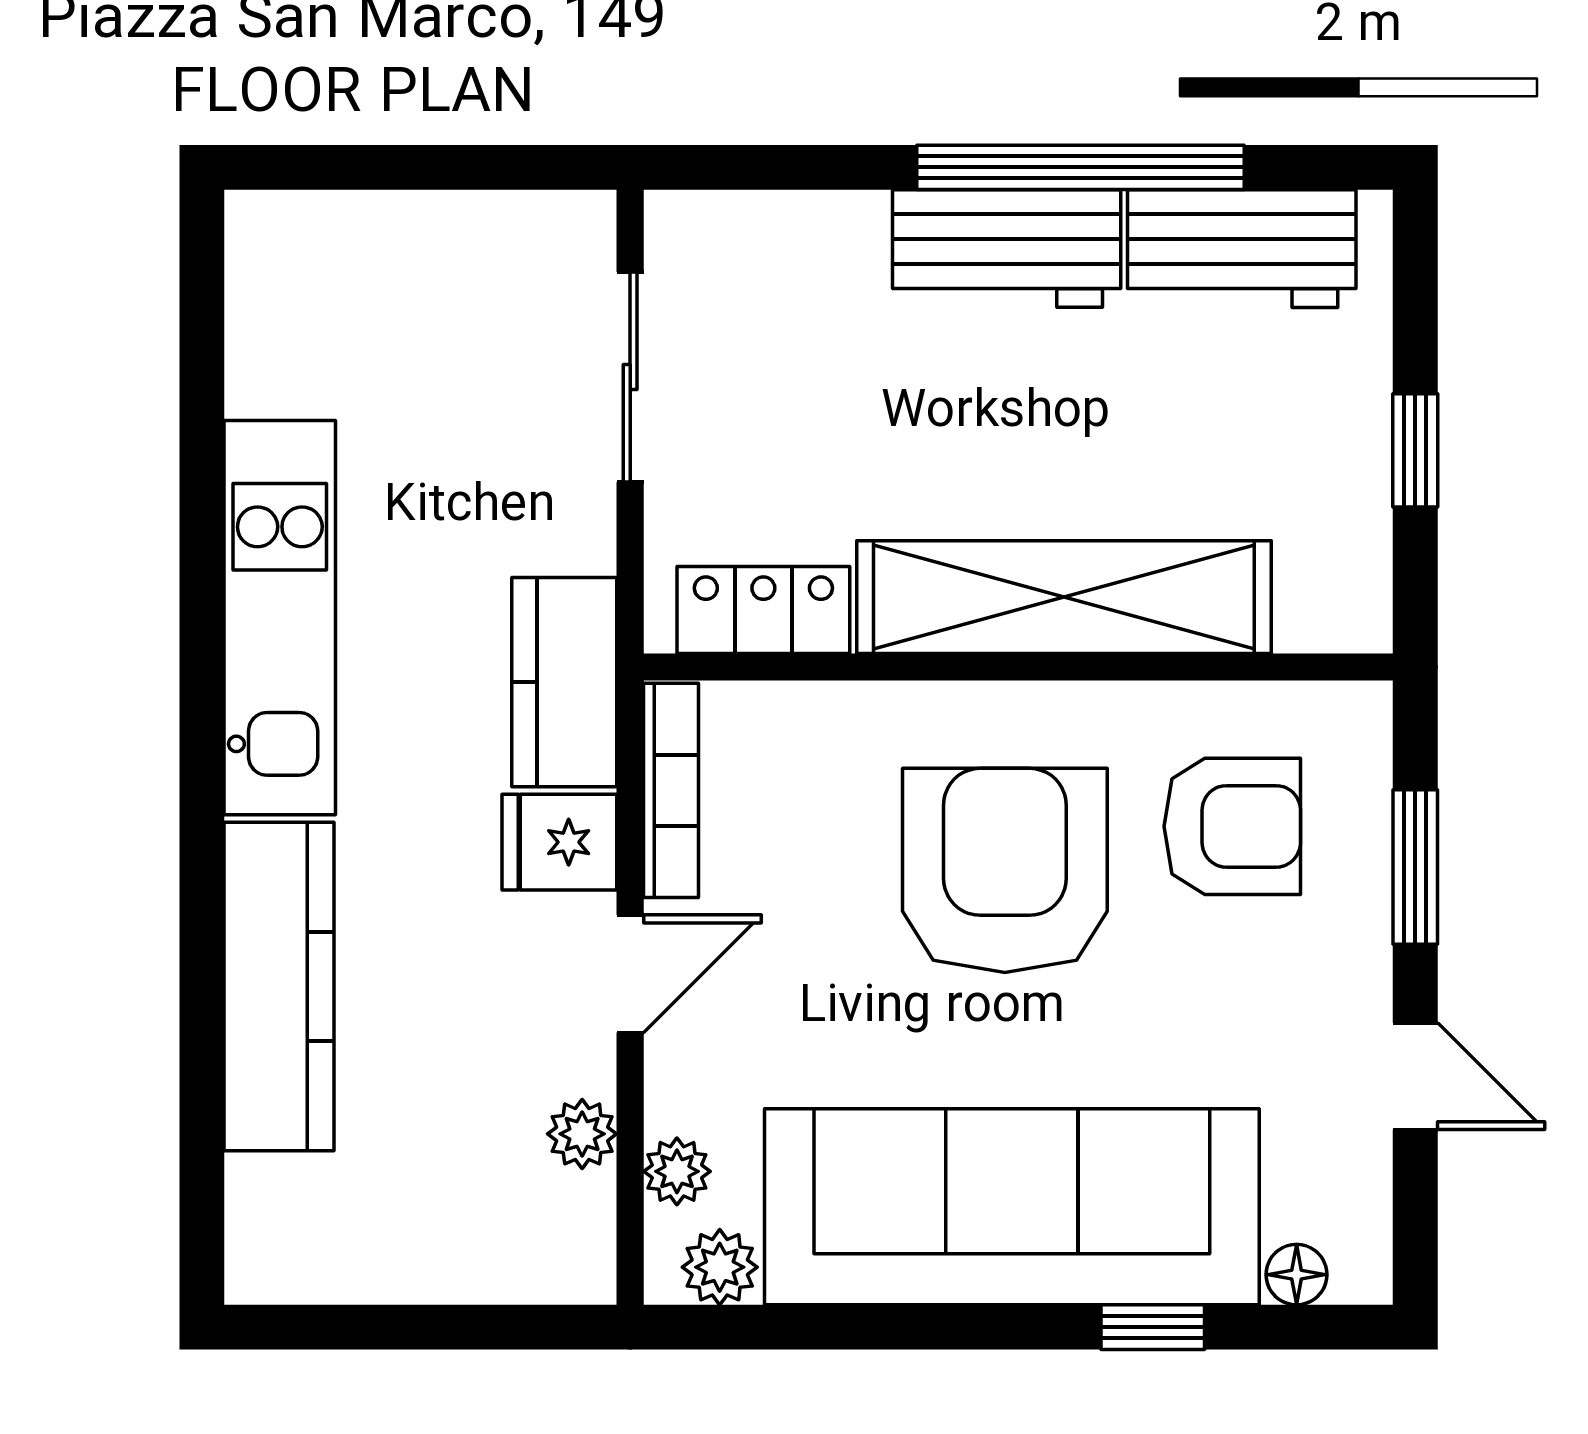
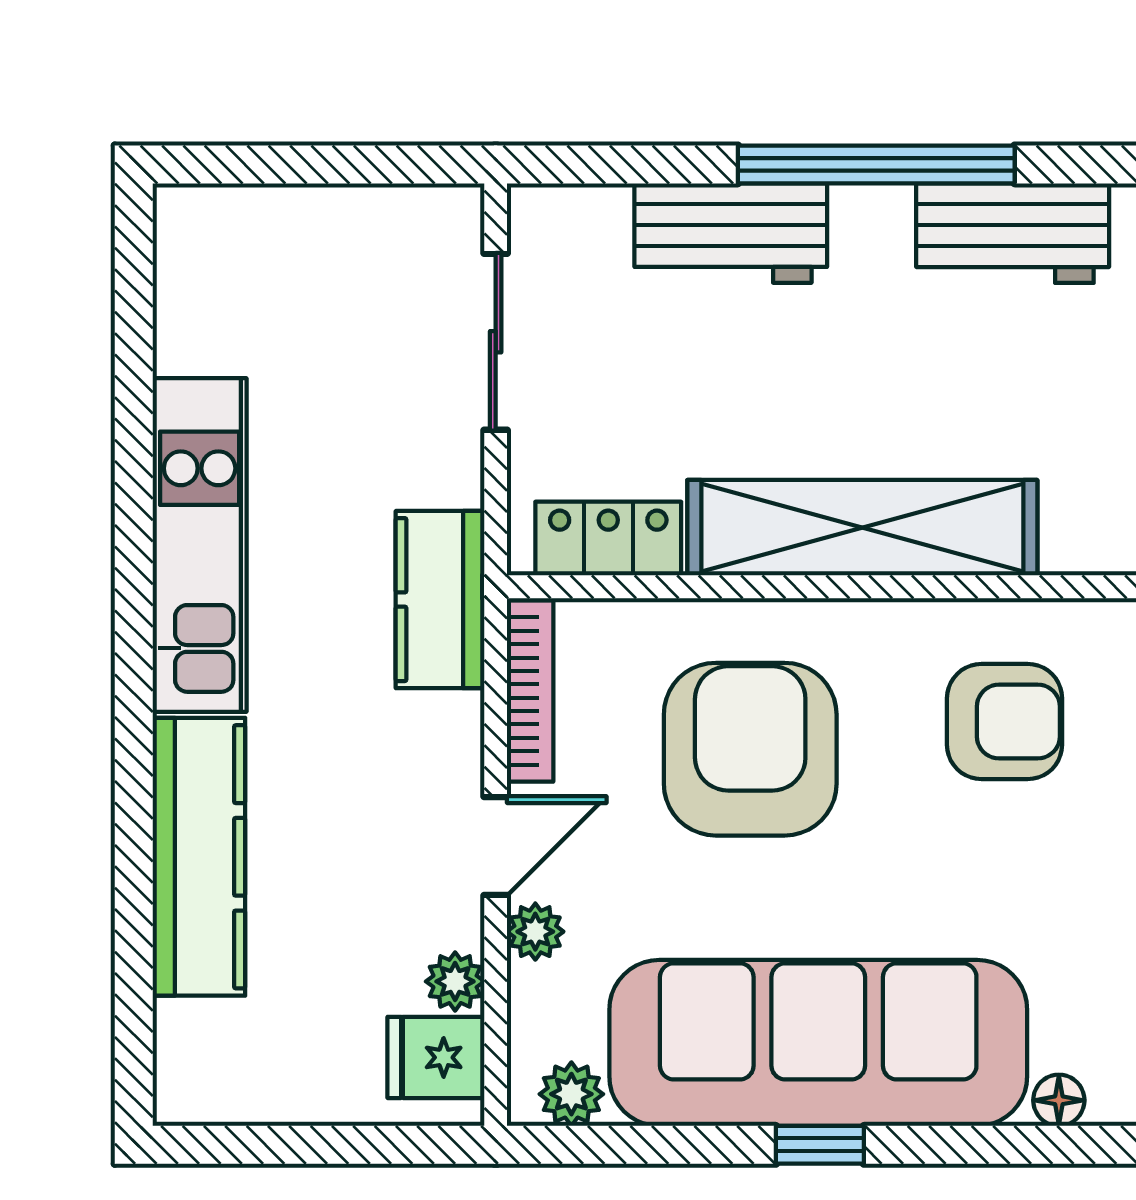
workbench: (1007, 249) -> (731, 233), moved
fridge: (559, 842) -> (436, 1057), moved
armchair: (1005, 870) -> (750, 749), moved
plant: (677, 1171) -> (535, 932), moved
window: (1153, 1327) -> (820, 1145), moved

